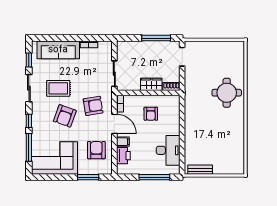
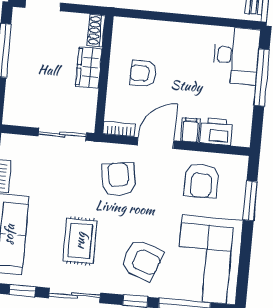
armchair: (151, 114) -> (143, 73), turned 180
armchair: (65, 116) -> (142, 260), moved
armchair: (96, 150) -> (201, 181), turned -90
desk: (168, 150) -> (236, 56), moved, turned 90

